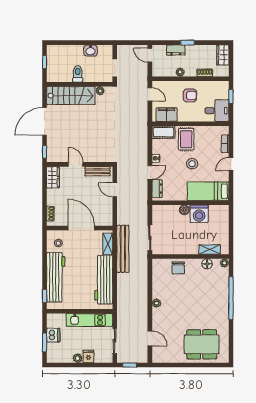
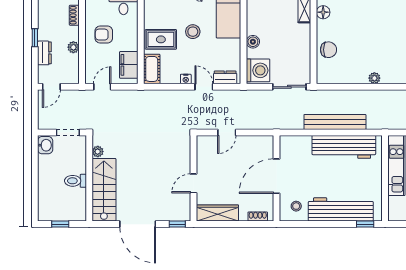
washbasin: (90, 50) -> (45, 145), moved
armchair: (190, 95) -> (104, 35), turned -90
bench: (98, 171) -> (203, 155), removed
wardrobe: (53, 177) -> (217, 213), width x1.50
washing machine: (199, 214) -> (258, 70), moved
shelving: (108, 244) -> (297, 142), removed
bench: (123, 249) -> (335, 122), moved

